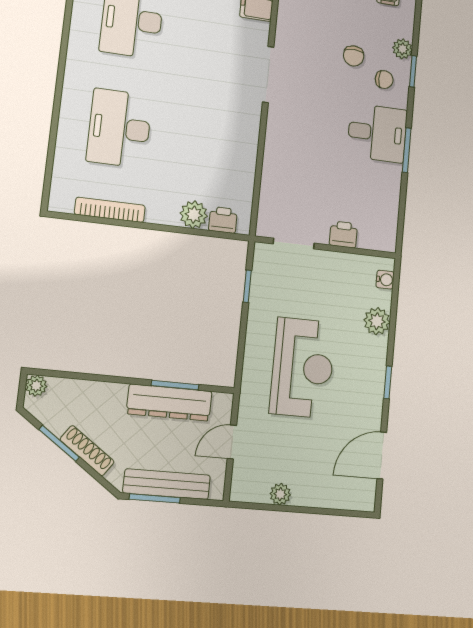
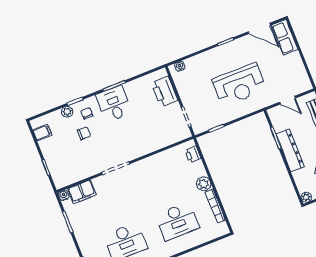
plant: (194, 215) -> (204, 184), moved
printer: (343, 234) -> (165, 92), width x1.87, depth x1.48
plant: (377, 321) -> (201, 61), removed
reception desk: (303, 368) -> (239, 85), turned 180
dresser: (169, 402) -> (290, 150), moved
plant: (280, 494) -> (299, 67), removed
row of seats: (345, 494) -> (285, 37), added

